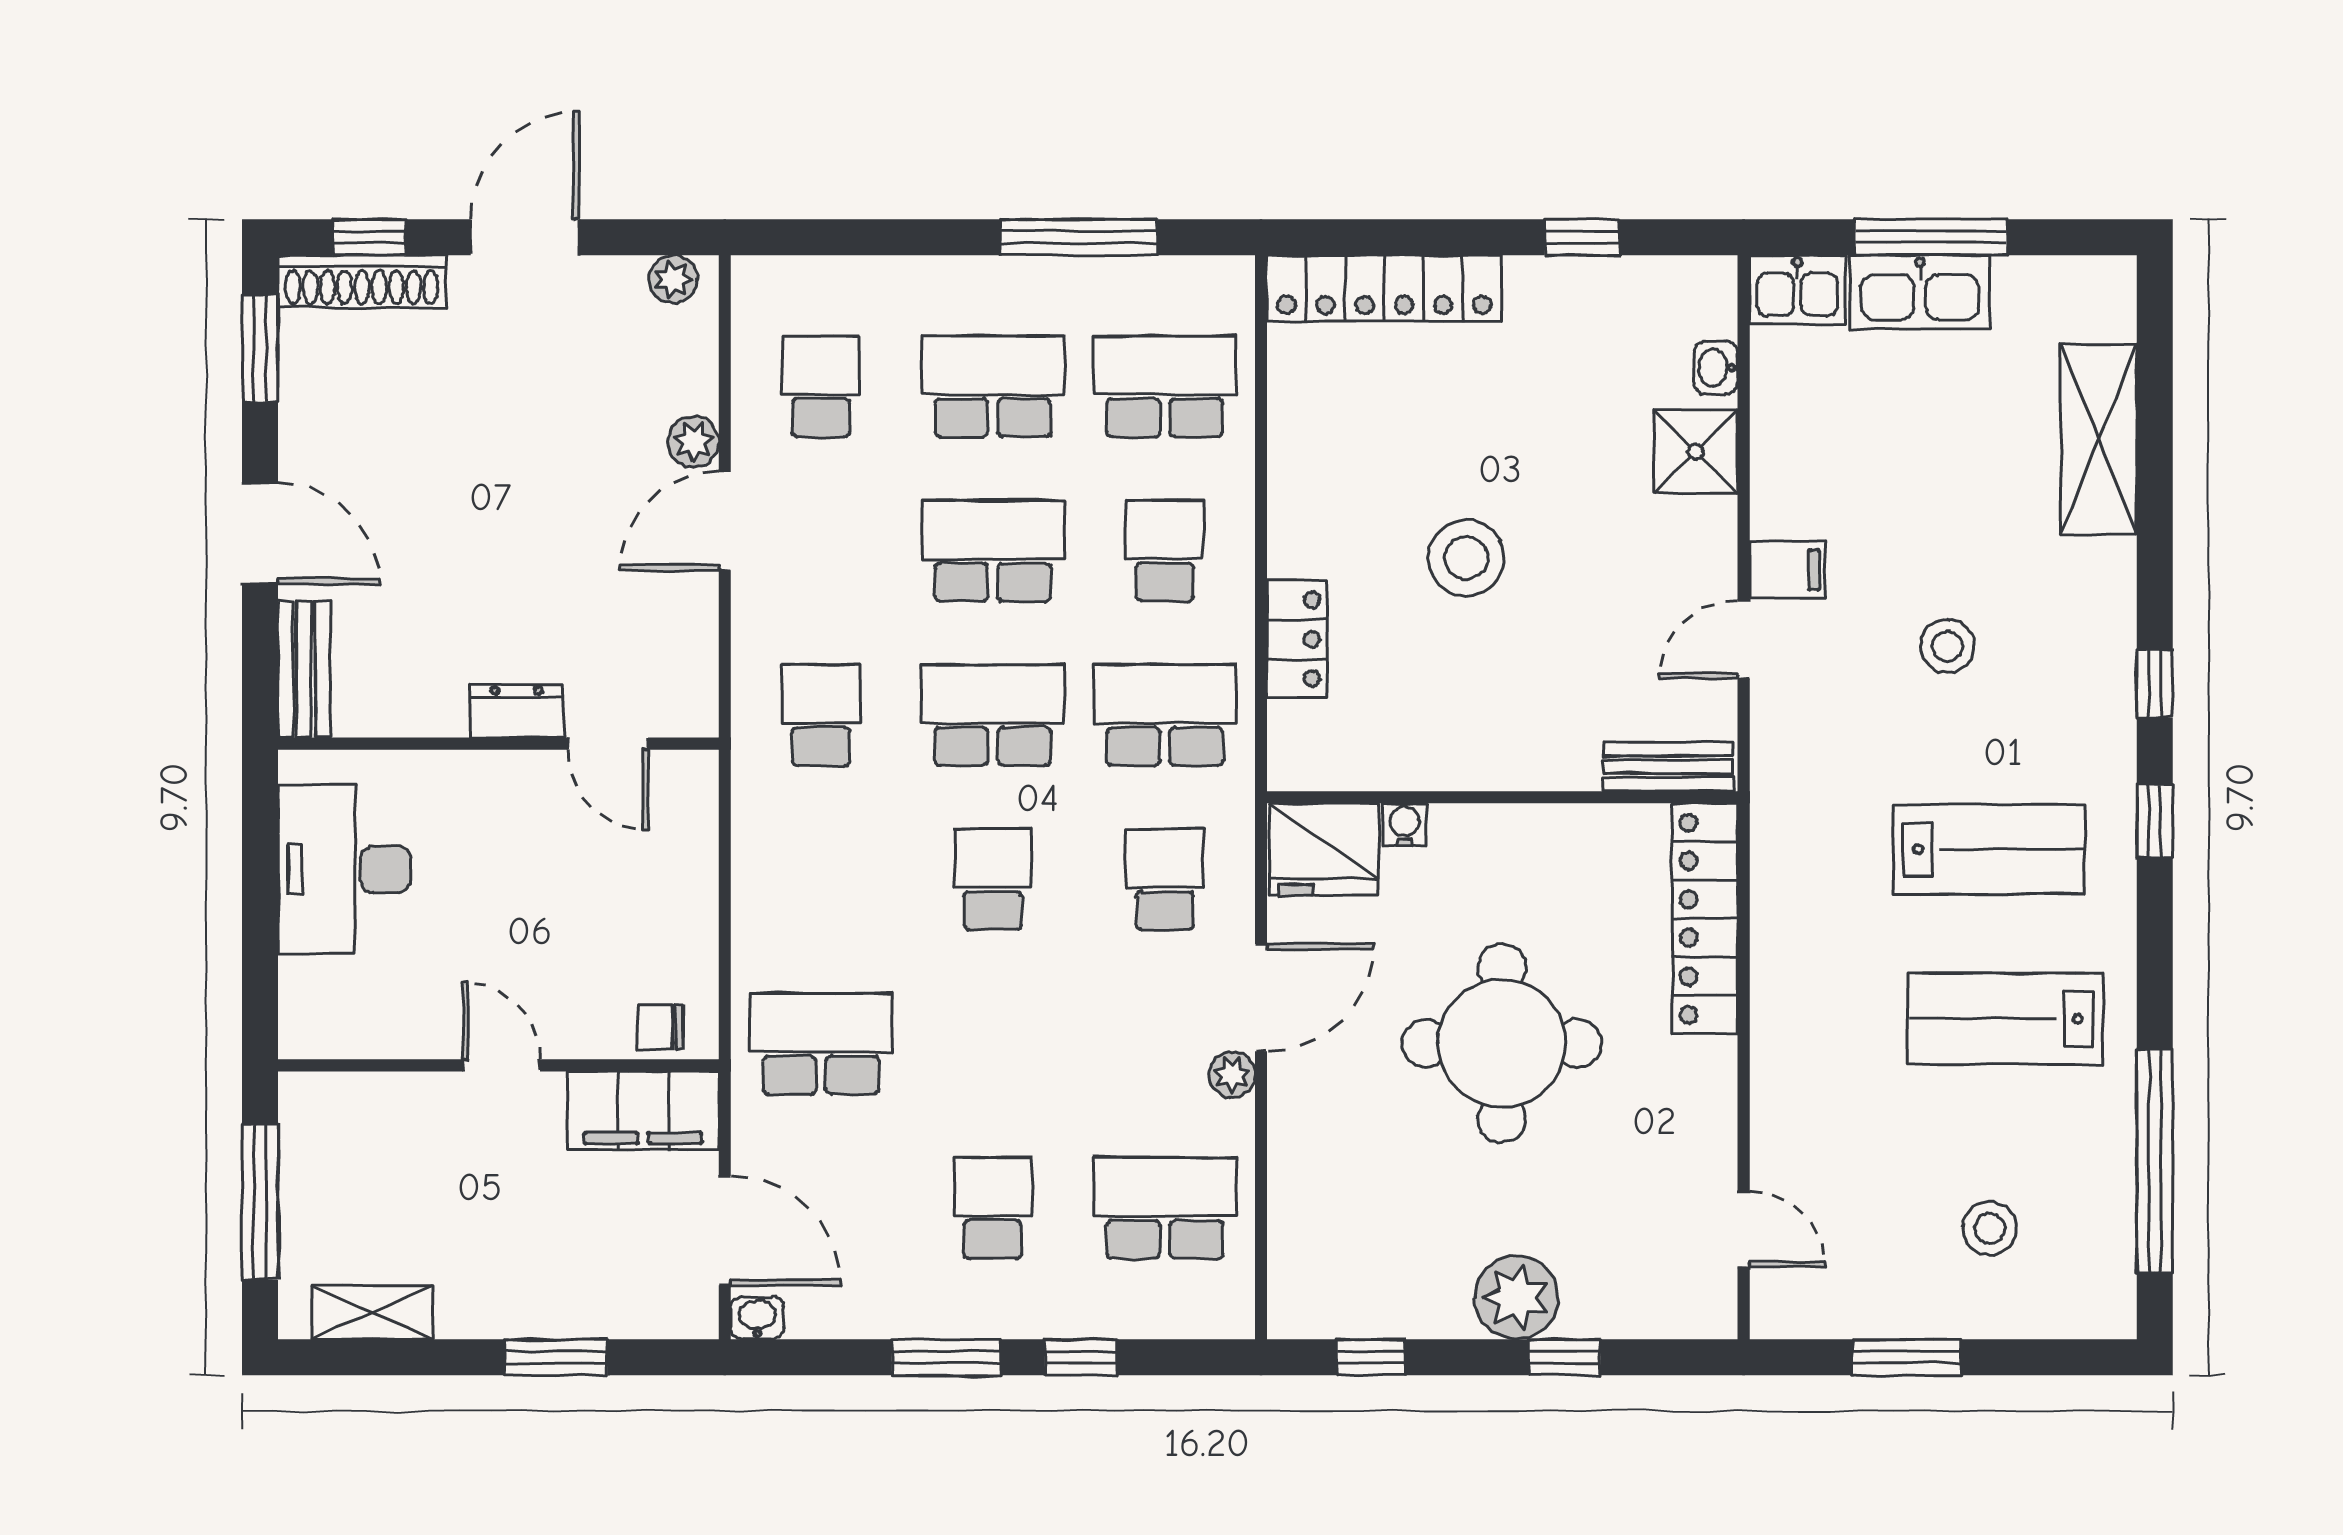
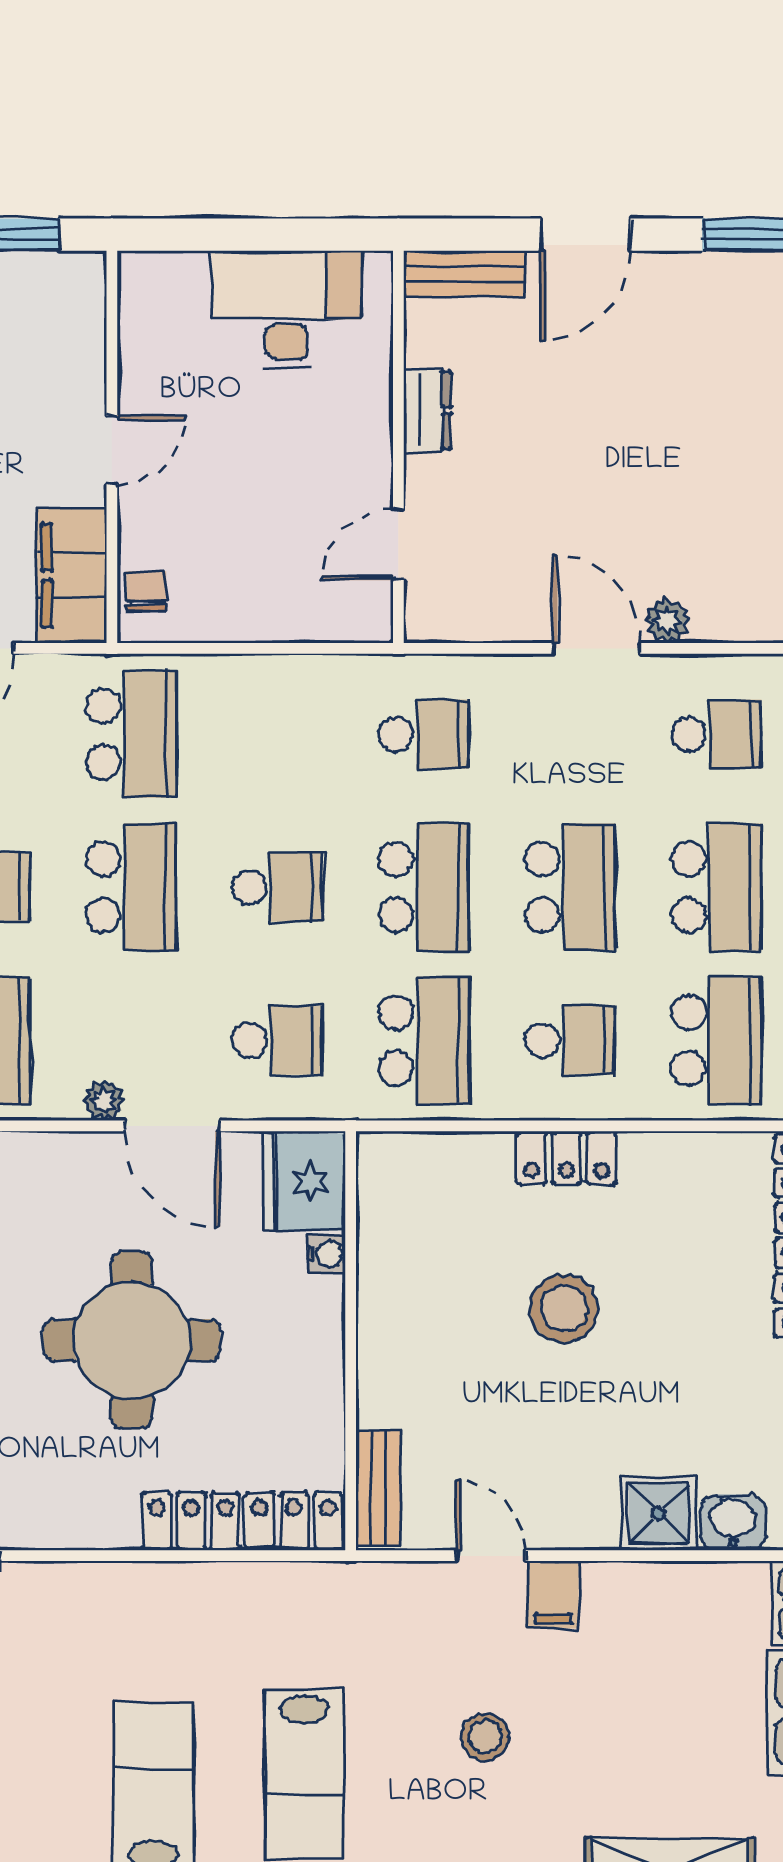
washbasin: (1716, 368) -> (733, 1522), width x1.38, depth x1.45
locker: (1297, 639) -> (566, 1158), moved
dresser: (517, 711) -> (427, 411), moved
school desk: (993, 1044) -> (131, 887), added

